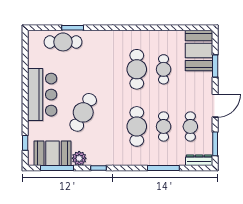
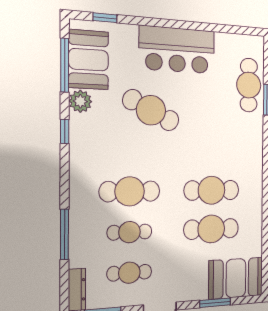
cafe table: (164, 69) -> (211, 229), width x1.37, depth x1.35

